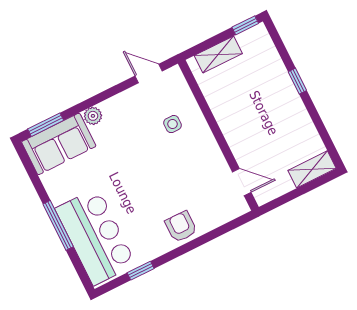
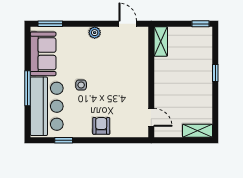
shelving: (218, 55) -> (161, 41), moved, turned 90
plant: (93, 116) -> (95, 33), moved
side table: (172, 124) -> (81, 85), moved
sofa: (59, 144) -> (43, 54), moved, turned -90

